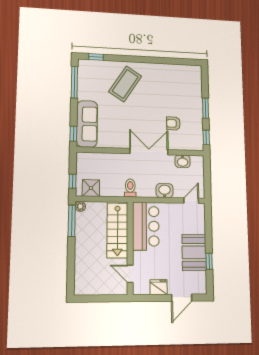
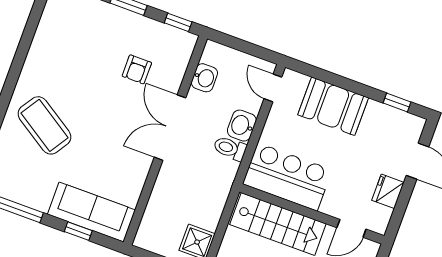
window: (73, 134) -> (78, 231), moved
toilet: (130, 188) -> (230, 148), moved
booth: (194, 252) -> (333, 106), moved
window: (209, 261) -> (397, 102), moved

